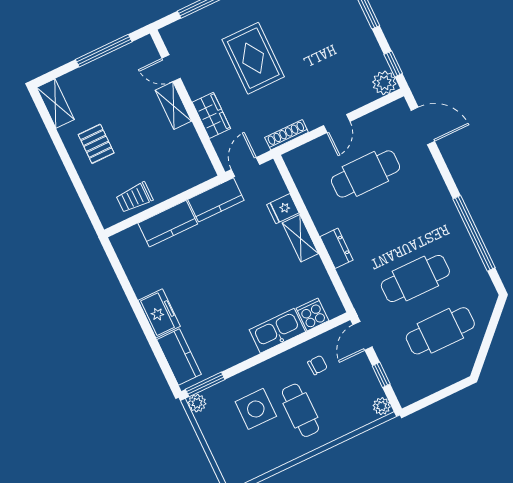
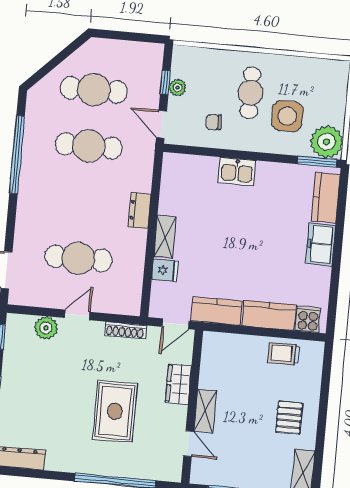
plant: (384, 83) -> (46, 328), moved
trolley: (135, 197) -> (284, 354), turned 180
cooker: (312, 314) -> (308, 319), moved, turned 180
kitchen sink: (277, 331) -> (237, 172), width x0.73
door: (362, 336) -> (161, 124), swing flipped
plant: (197, 403) -> (327, 142), width x1.87, depth x1.87
plant: (382, 406) -> (178, 88), moved

